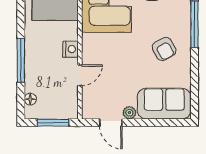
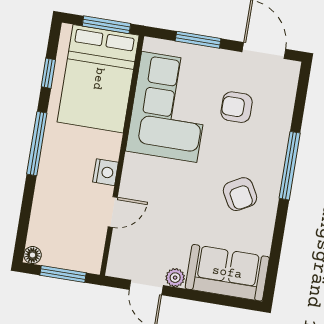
window: (21, 60) -> (37, 144), moved
floor lamp: (30, 99) -> (32, 255), moved

